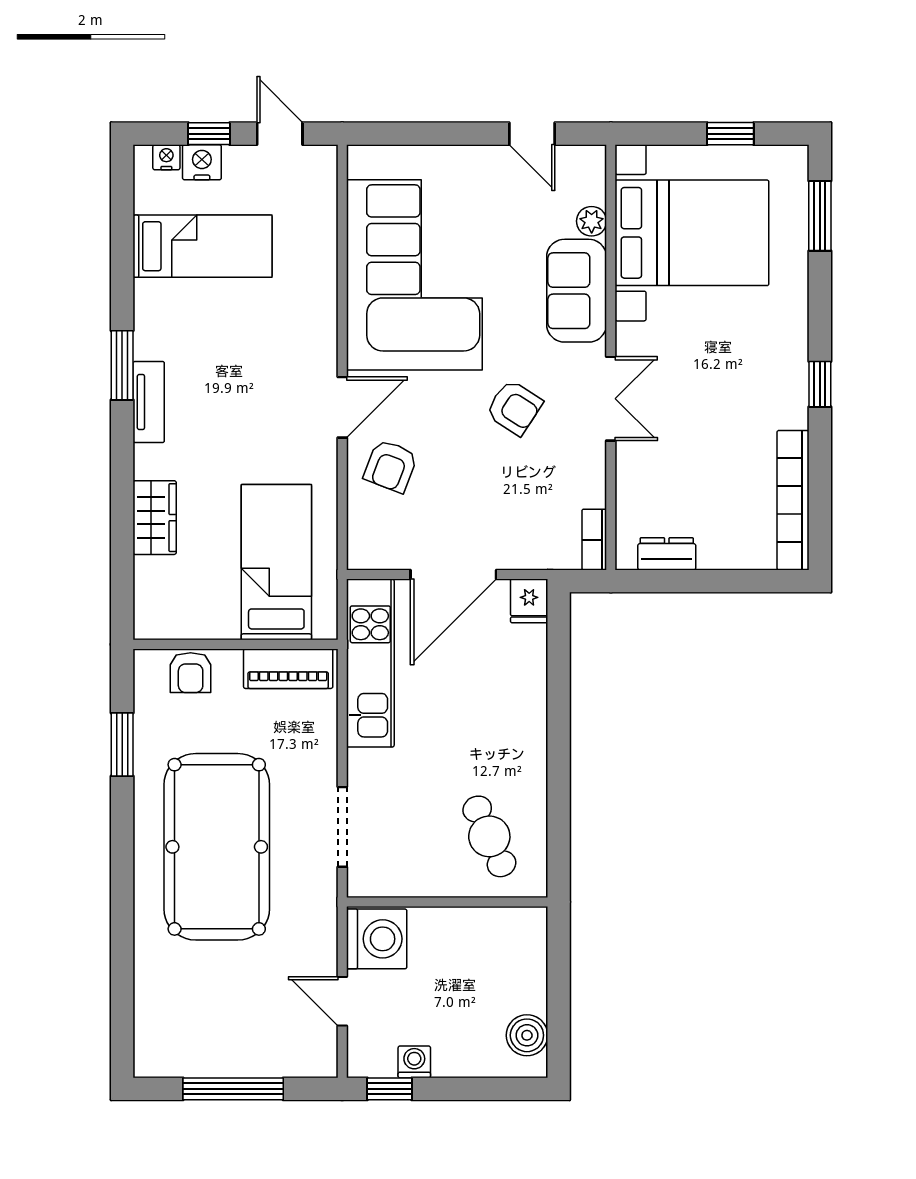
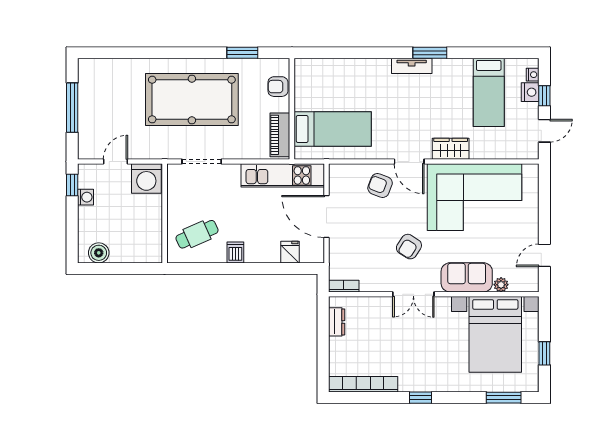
wardrobe: (155, 518) -> (451, 149), moved, turned 180
fridge: (529, 601) -> (290, 252), moved, turned 90
dishwasher: (526, 759) -> (235, 252), added

